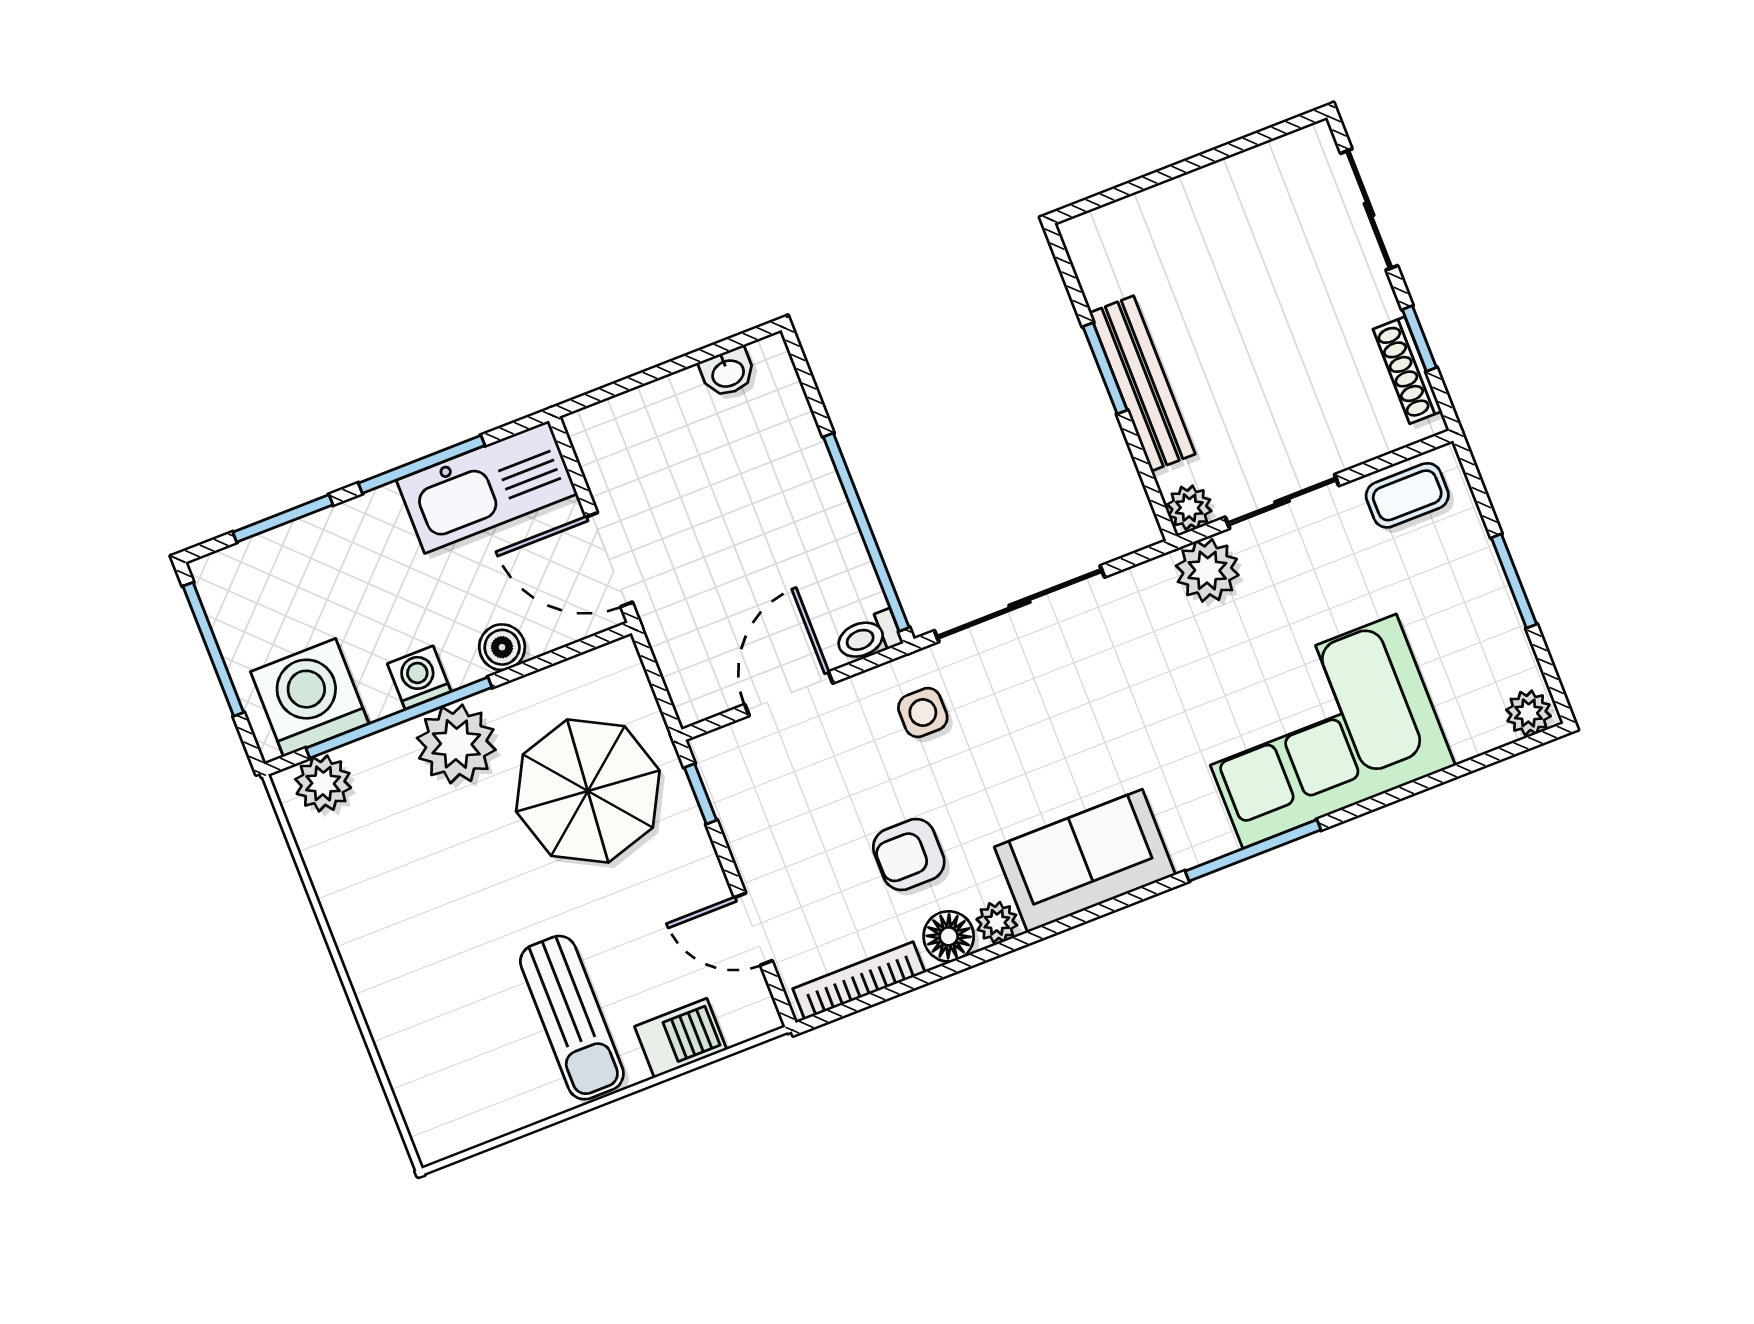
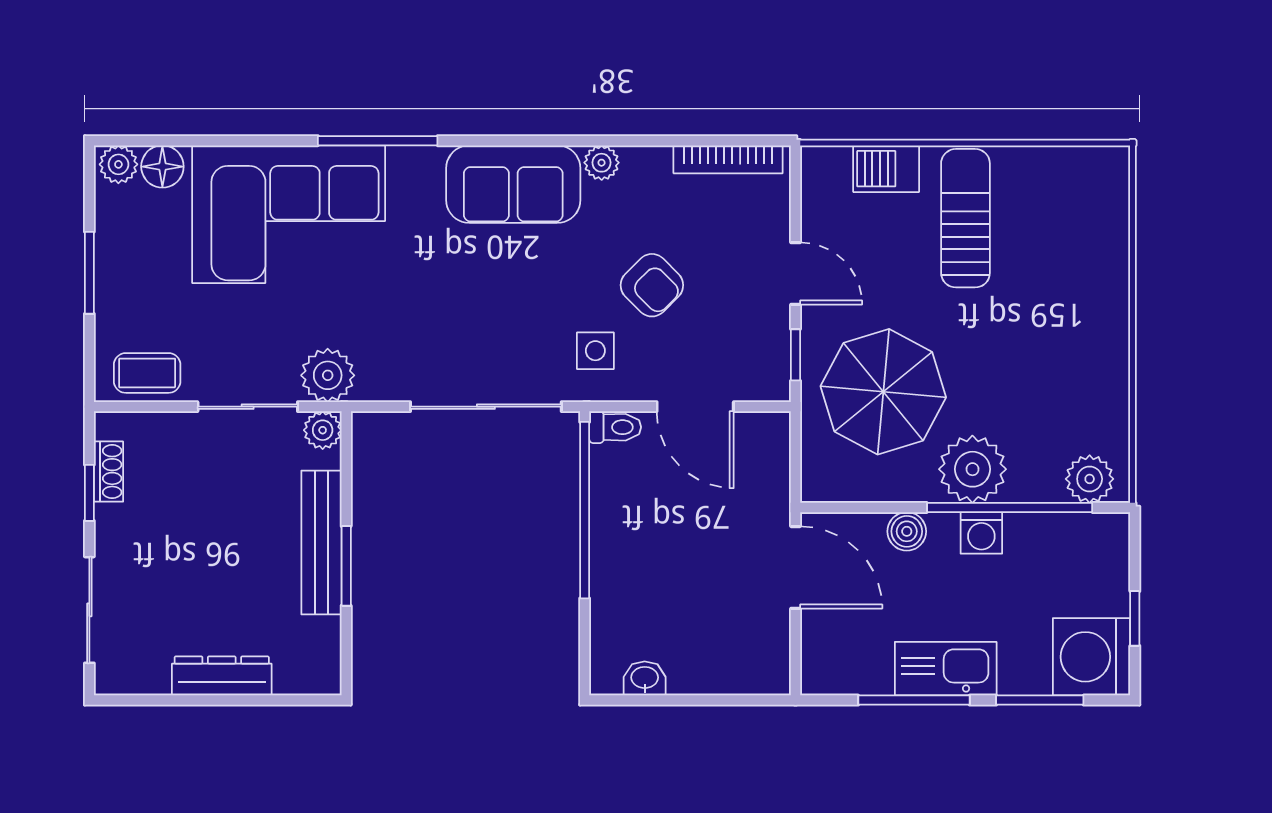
dresser: (1195, 193) -> (222, 676), added
shoe rack: (1407, 370) -> (109, 472), width x0.70
kitchen sink: (487, 487) -> (946, 669), moved, width x0.73, depth x0.81
window: (213, 649) -> (1135, 618), width x0.46
door: (789, 694) -> (695, 407), hinge flipped
washing machine: (310, 698) -> (1092, 657), moved, turned 90
armchair: (909, 855) -> (652, 285), moved, turned 45
door: (753, 929) -> (795, 274), moved
floor lamp: (949, 936) -> (162, 167), moved

